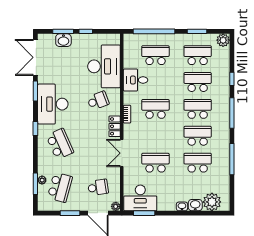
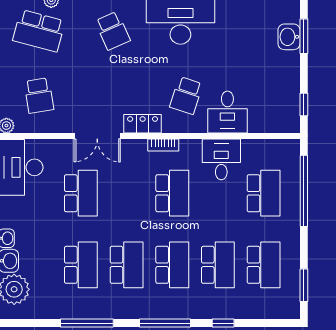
window: (86, 31) -> (304, 105), moved
window: (197, 31) -> (304, 285), moved
plant: (223, 40) -> (289, 308), removed
desk: (104, 66) -> (227, 112), width x0.53, depth x0.77
school desk: (98, 101) -> (186, 95), turned 39
school desk: (60, 144) -> (113, 31), width x0.54
double door: (122, 153) -> (97, 136), swing flipped

